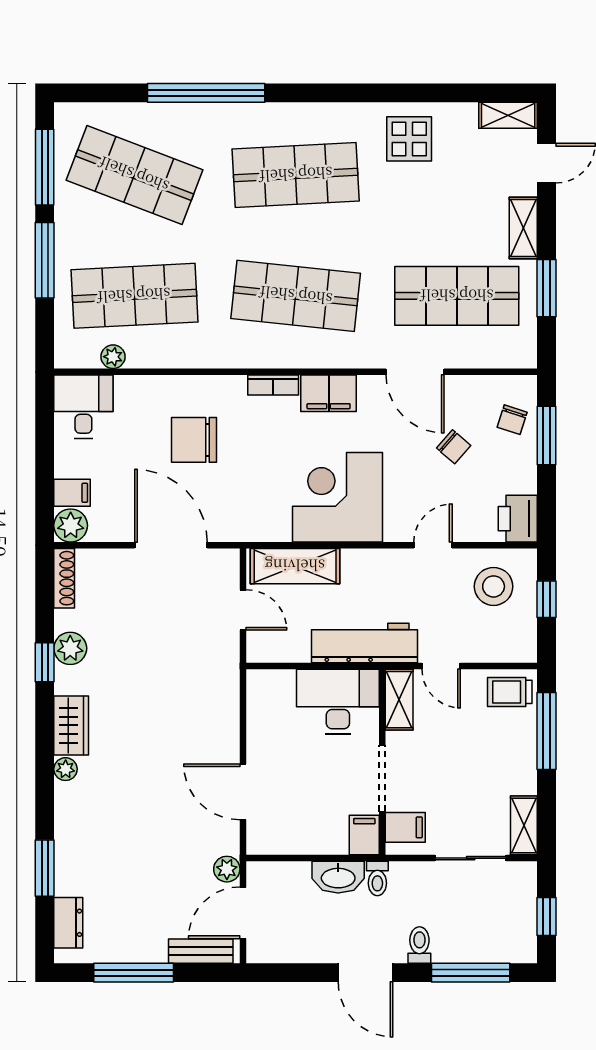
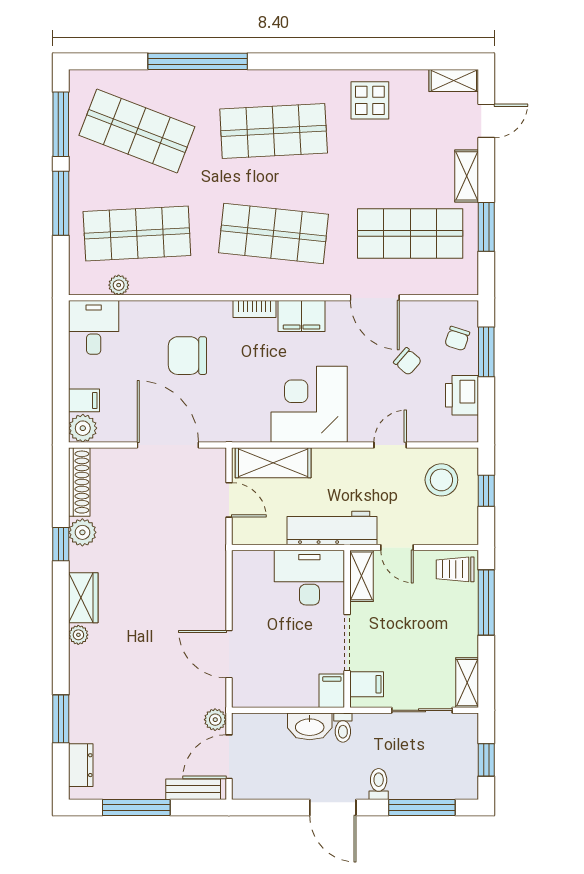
printer: (518, 519) -> (462, 395), moved
shoe rack: (64, 578) -> (79, 482), width x1.36, depth x1.24

